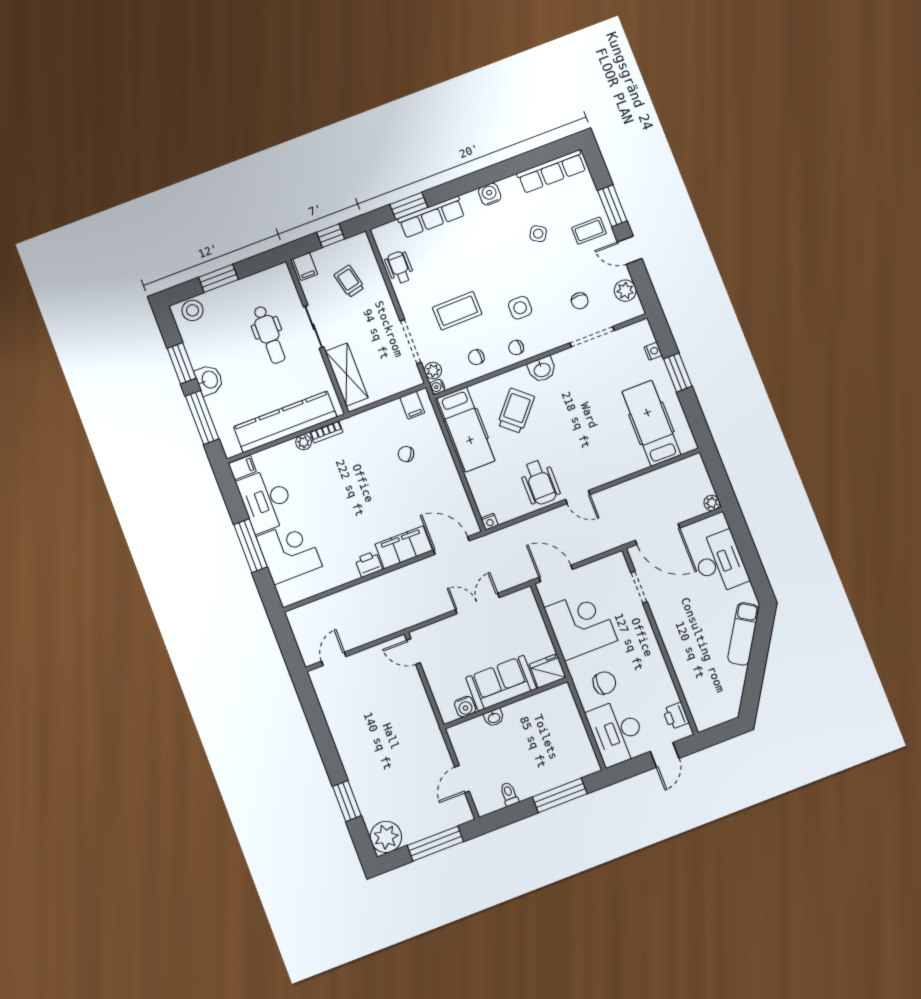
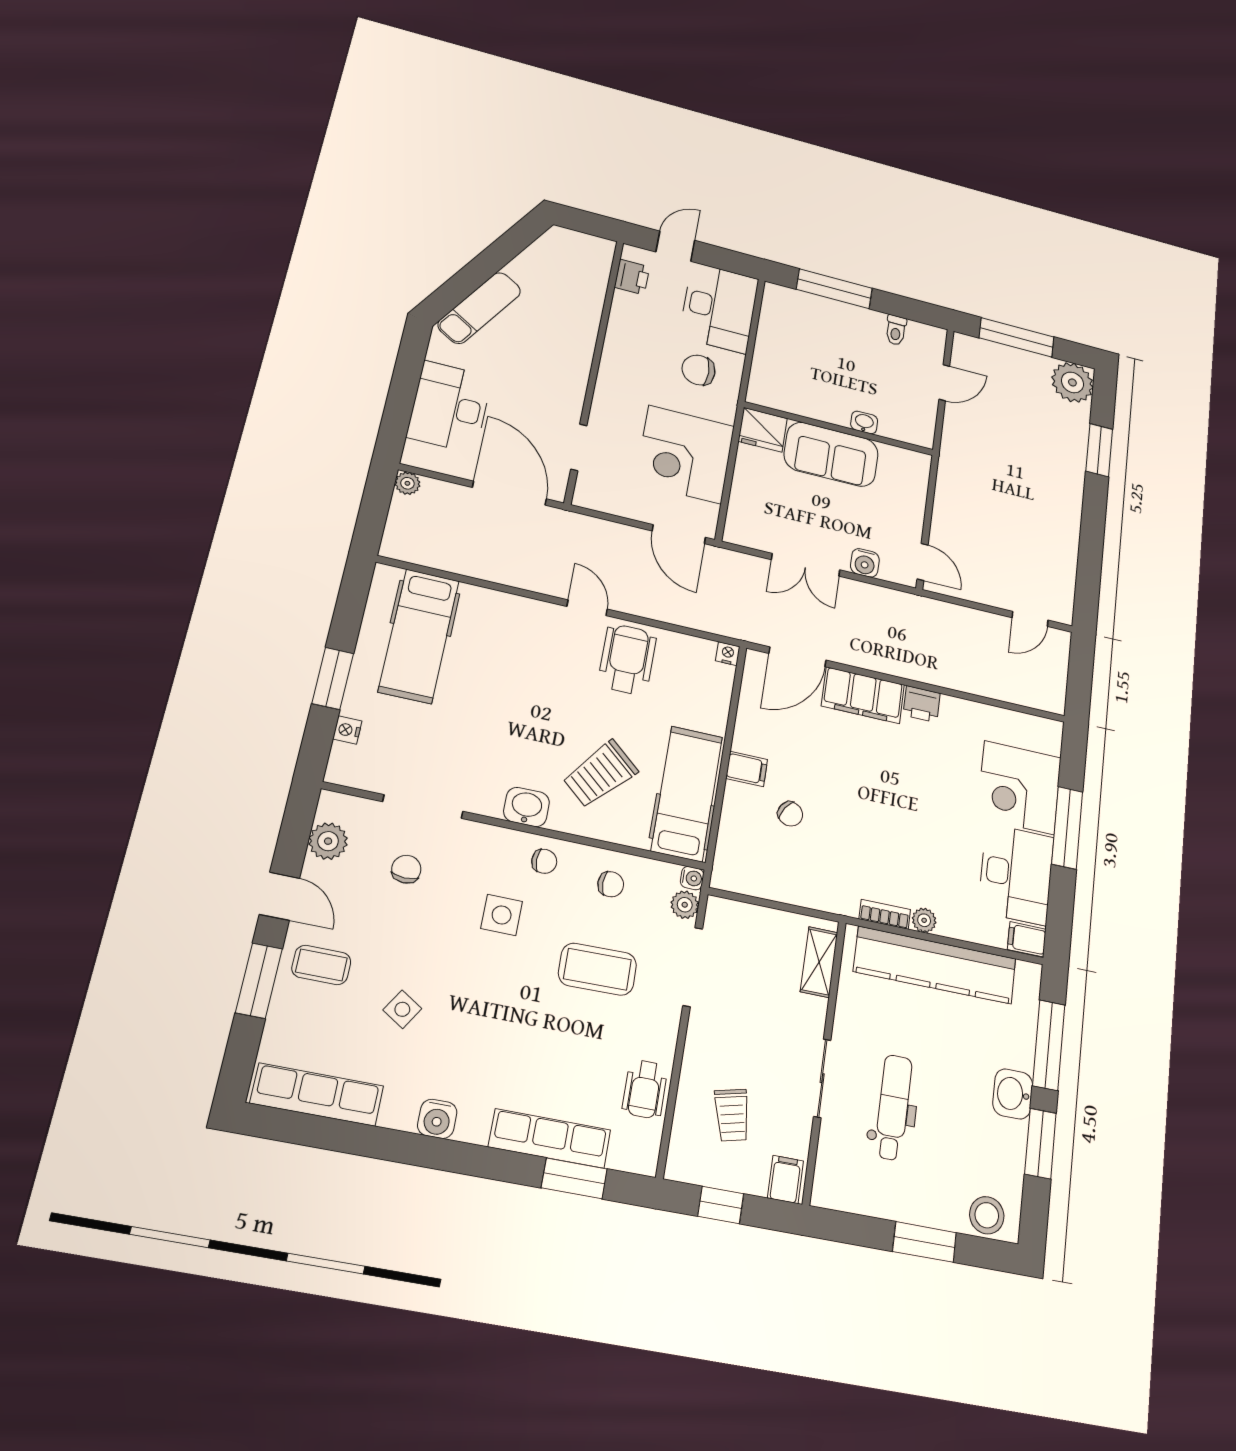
shelving: (347, 375) -> (819, 962), width x0.67, depth x0.75
filing cabinet: (412, 405) -> (747, 769), moved, turned 90
door: (451, 545) -> (797, 657), hinge flipped
water cooler: (465, 707) -> (865, 563), moved, turned 180

